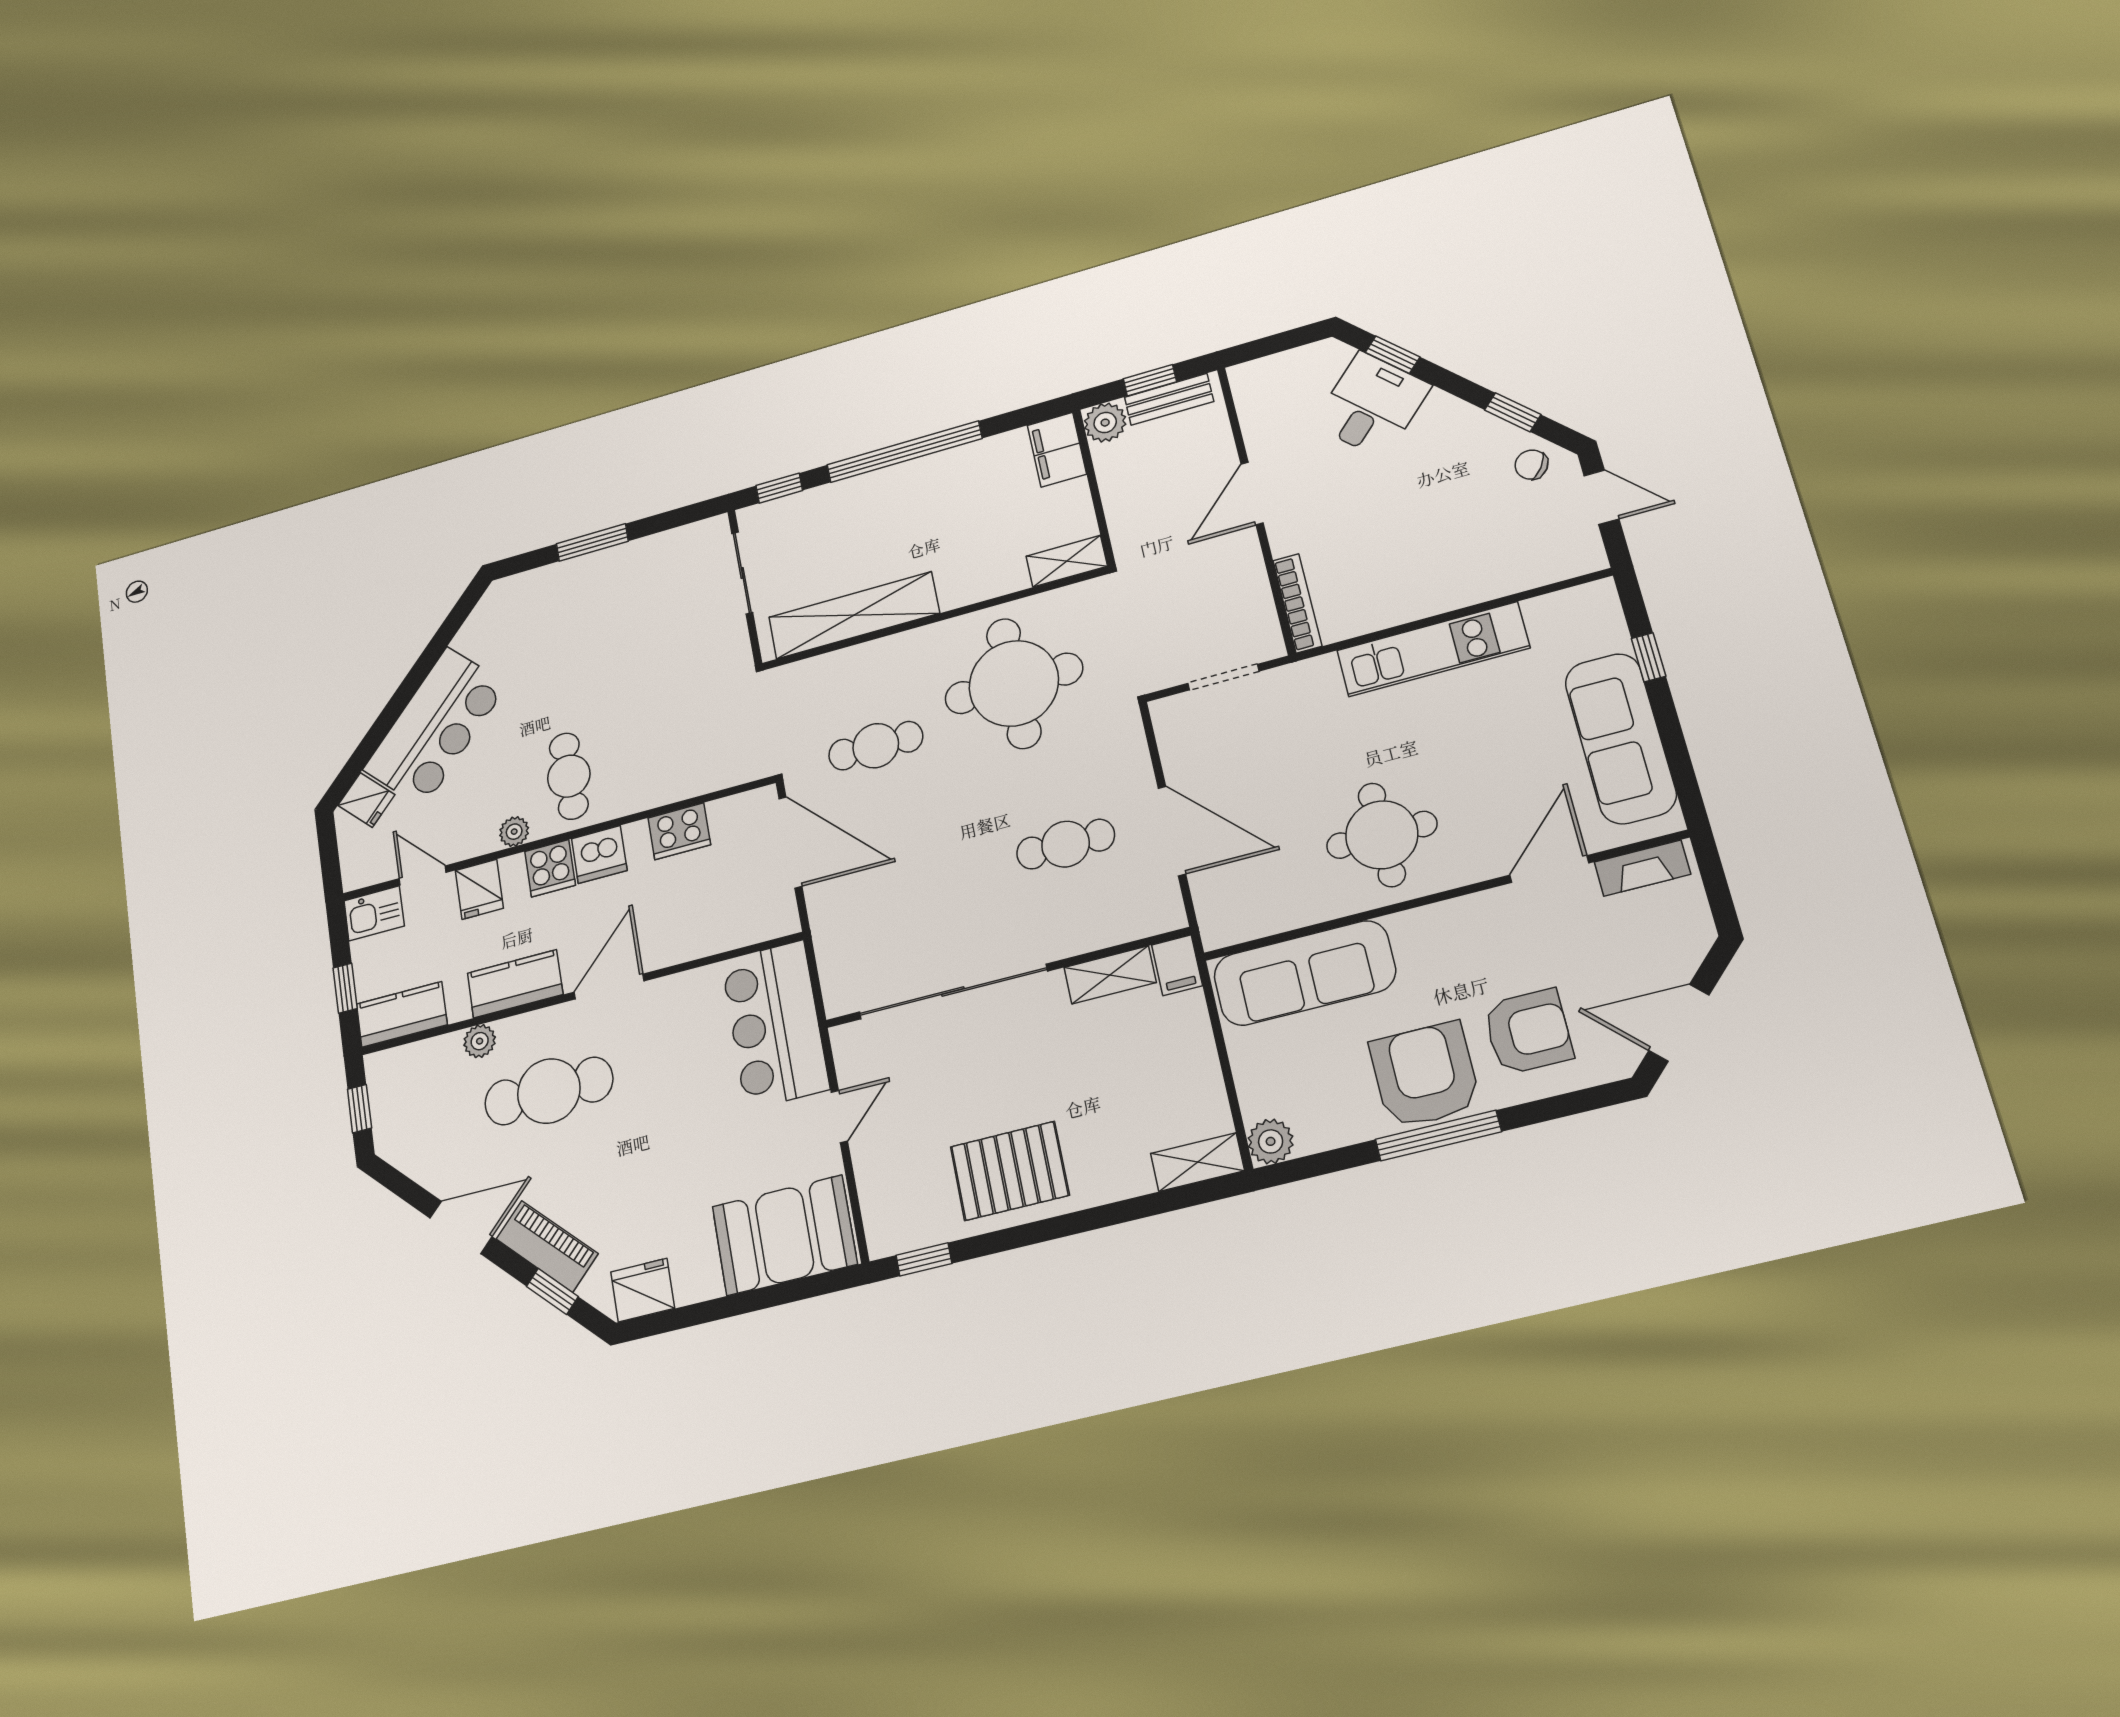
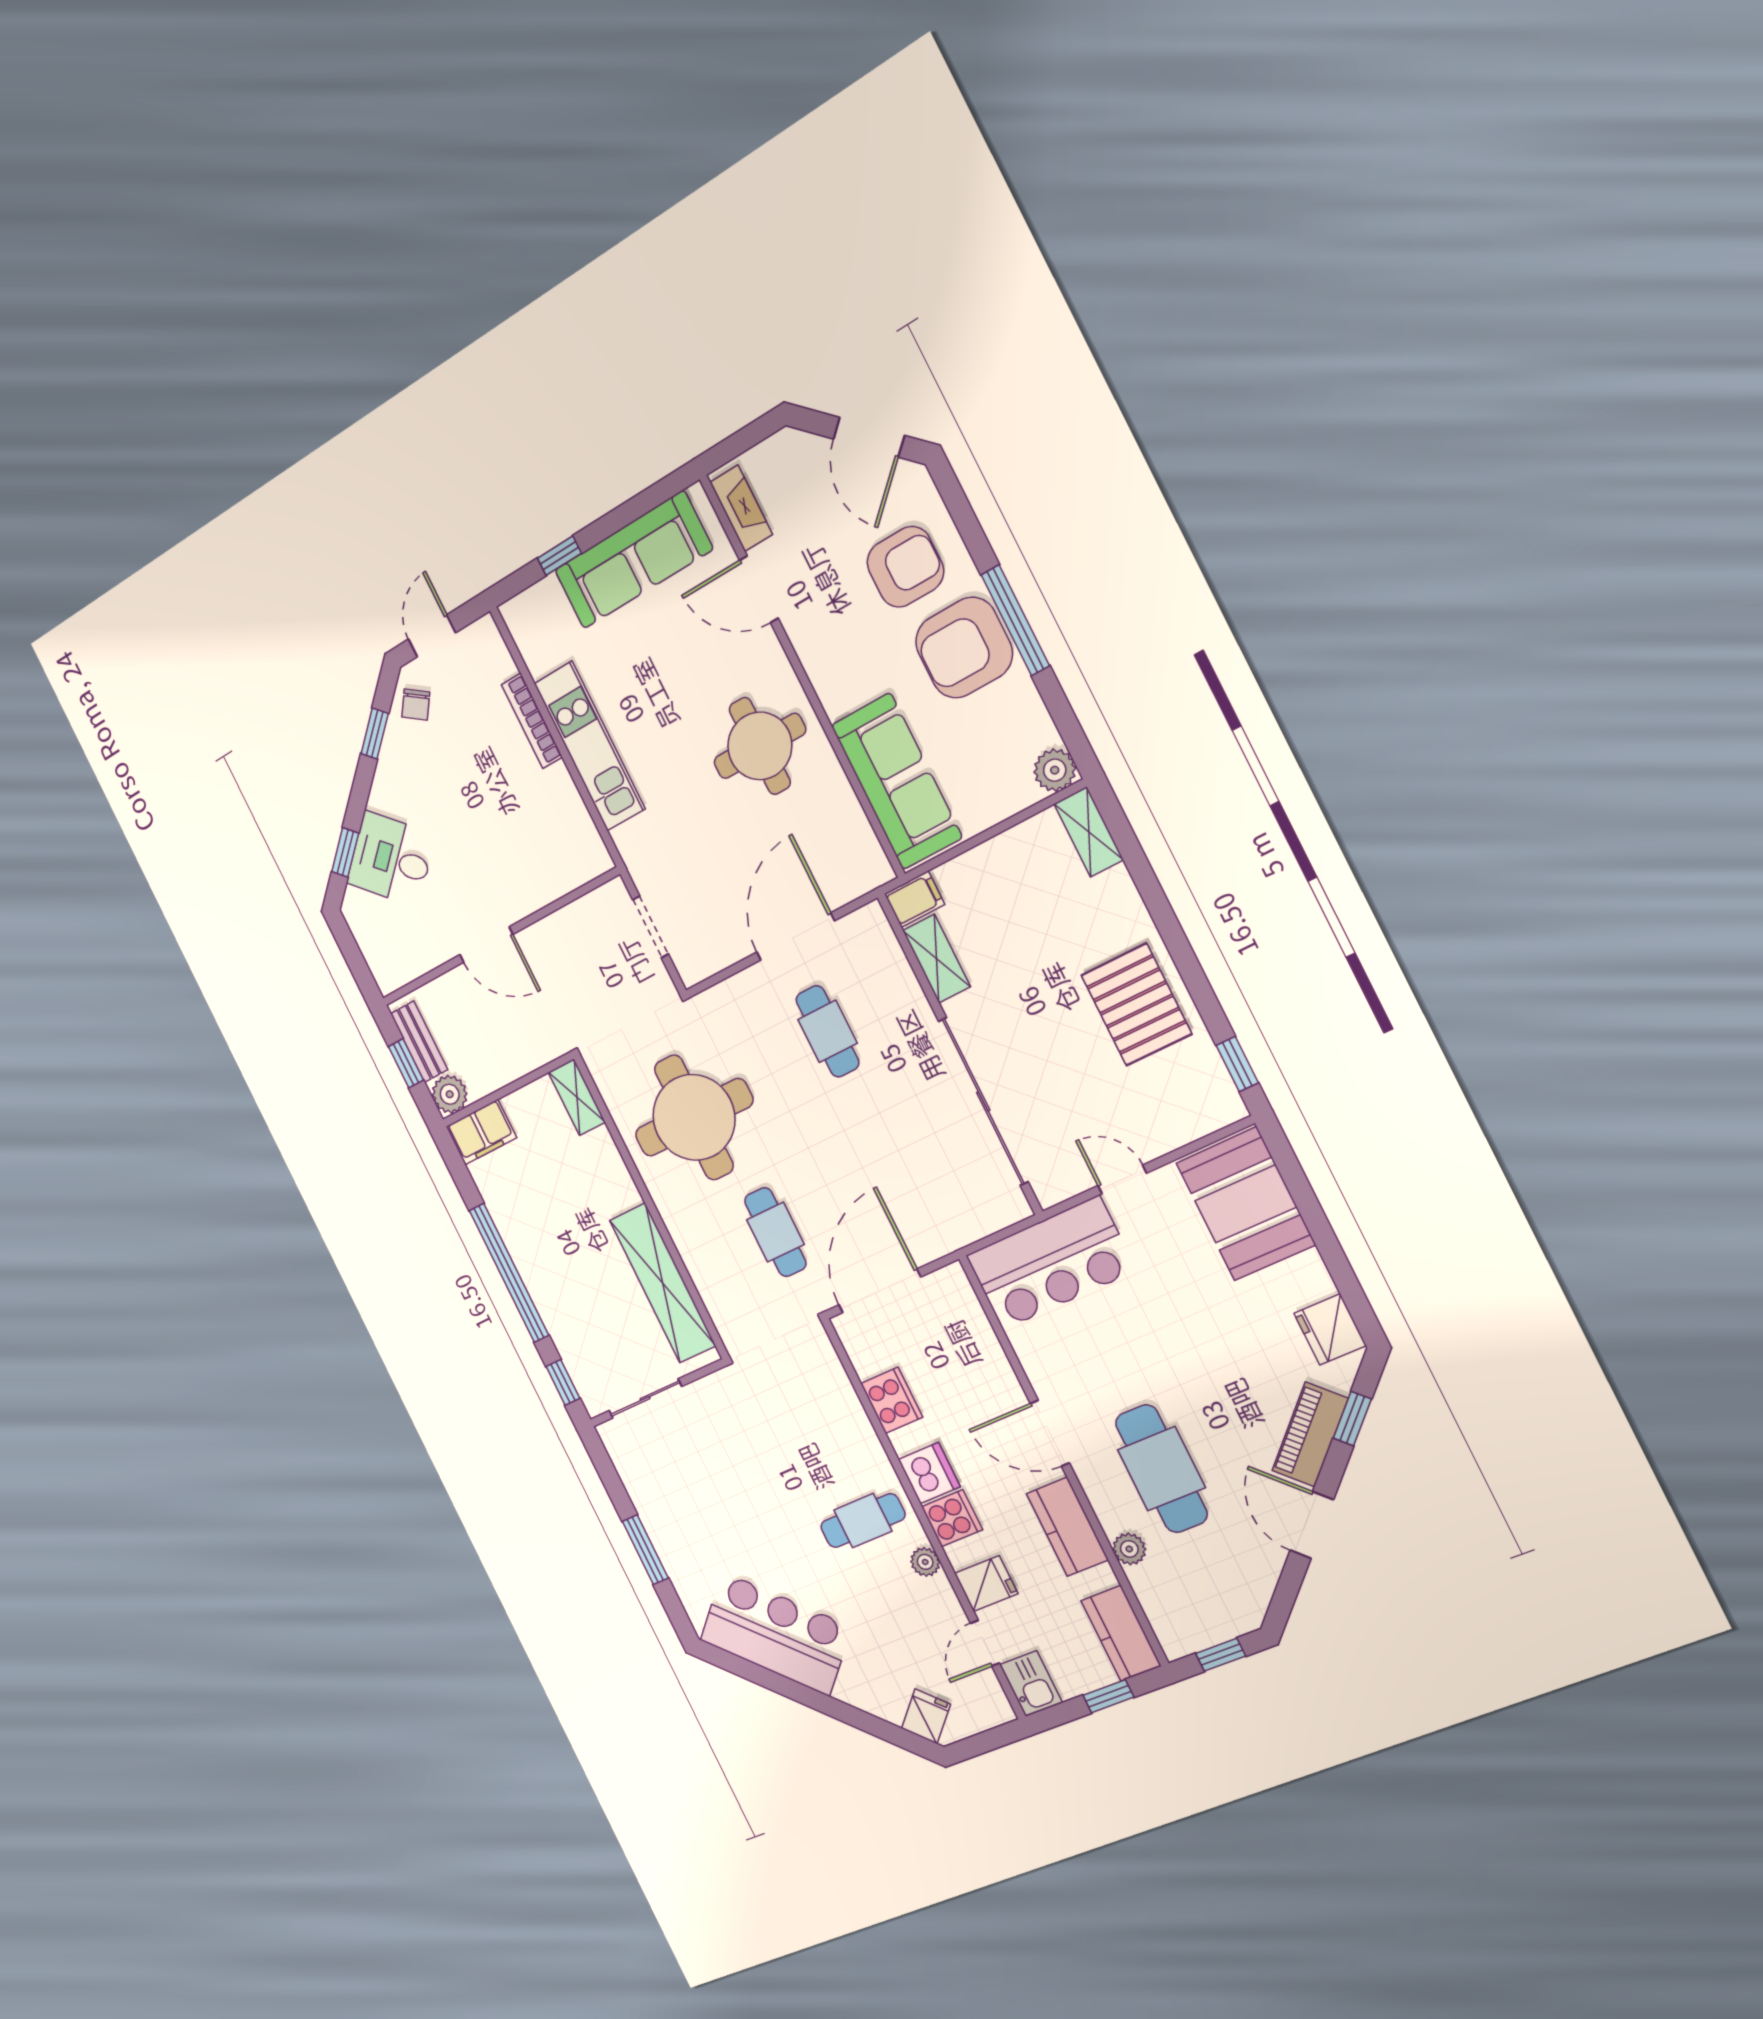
bookcase: (1297, 603) -> (532, 721), moved, turned -90
bar counter: (435, 727) -> (776, 1634), moved
armchair: (1528, 1032) -> (905, 567), turned 90

